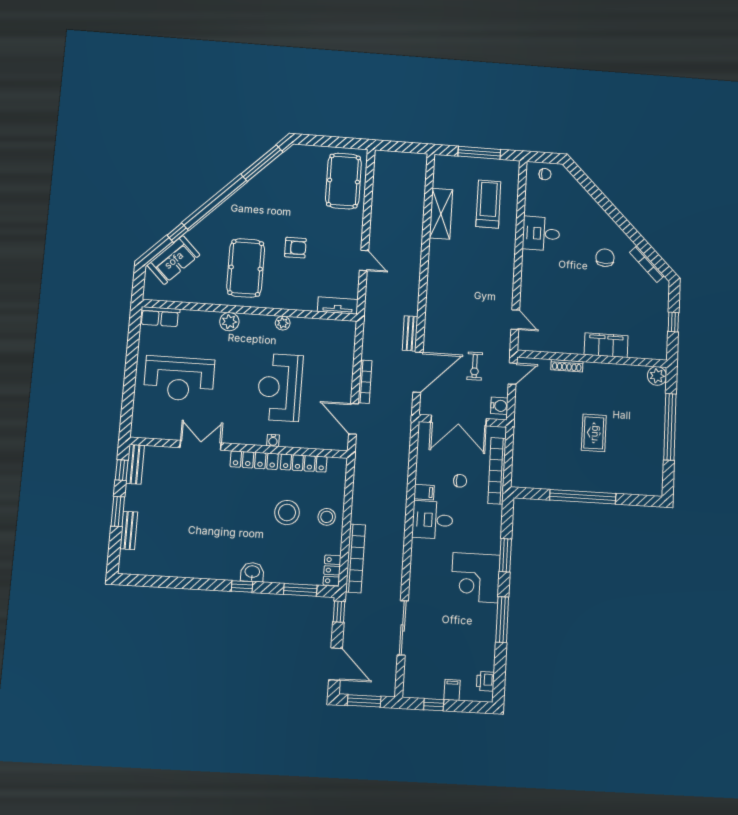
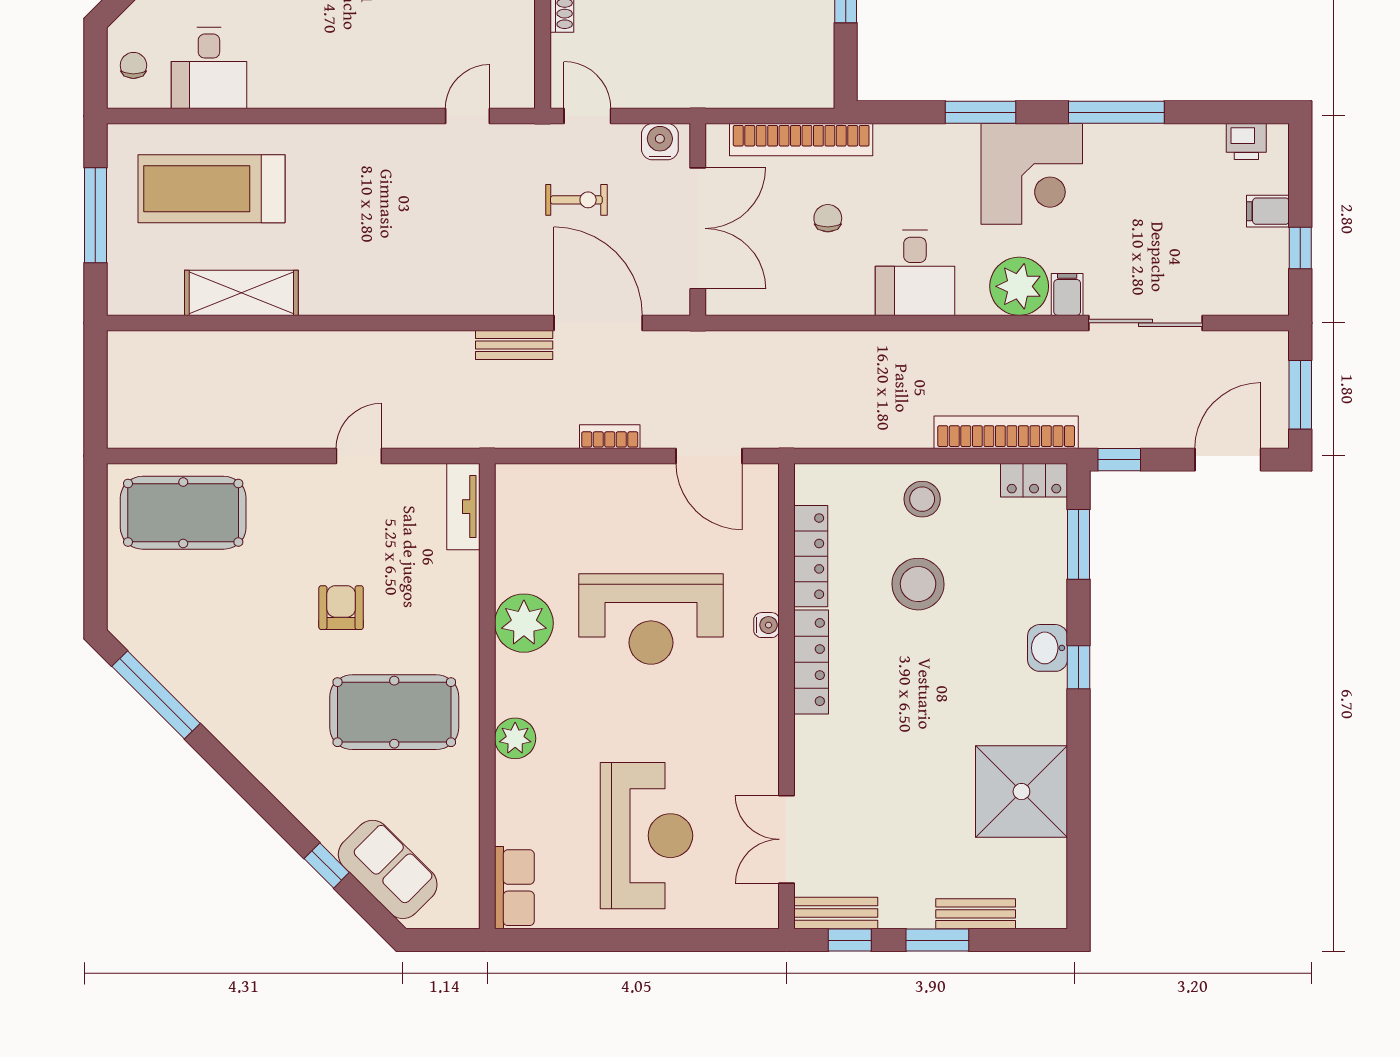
treadmill: (488, 204) -> (211, 189), width x1.37, depth x1.38
desk: (541, 234) -> (209, 68), moved
plant: (283, 323) -> (524, 623), width x1.88, depth x1.88
bookcase: (365, 382) -> (610, 437), width x0.64
door: (353, 419) -> (709, 456), hinge flipped
double door: (201, 445) -> (787, 839), moved
filing cabinet: (424, 492) -> (1067, 294), moved
shower: (185, 556) -> (1021, 792), added
plant: (423, 569) -> (1019, 286), added

